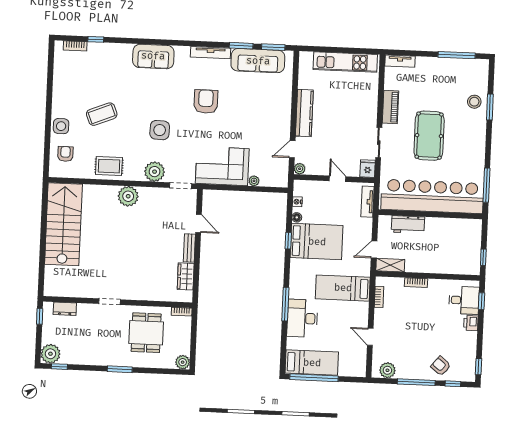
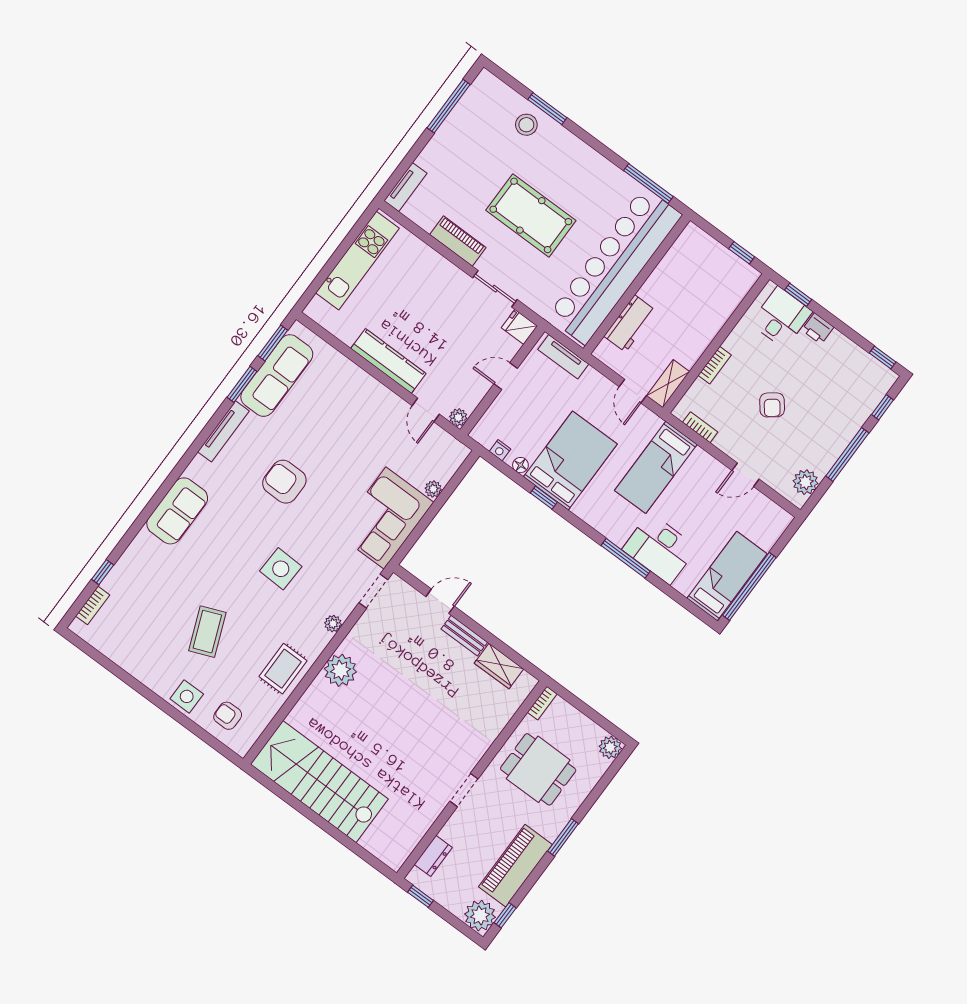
plant: (155, 172) -> (333, 624), width x0.53, depth x0.53
piano: (89, 355) -> (515, 866), added
armchair: (441, 366) -> (772, 405), moved, turned -77

